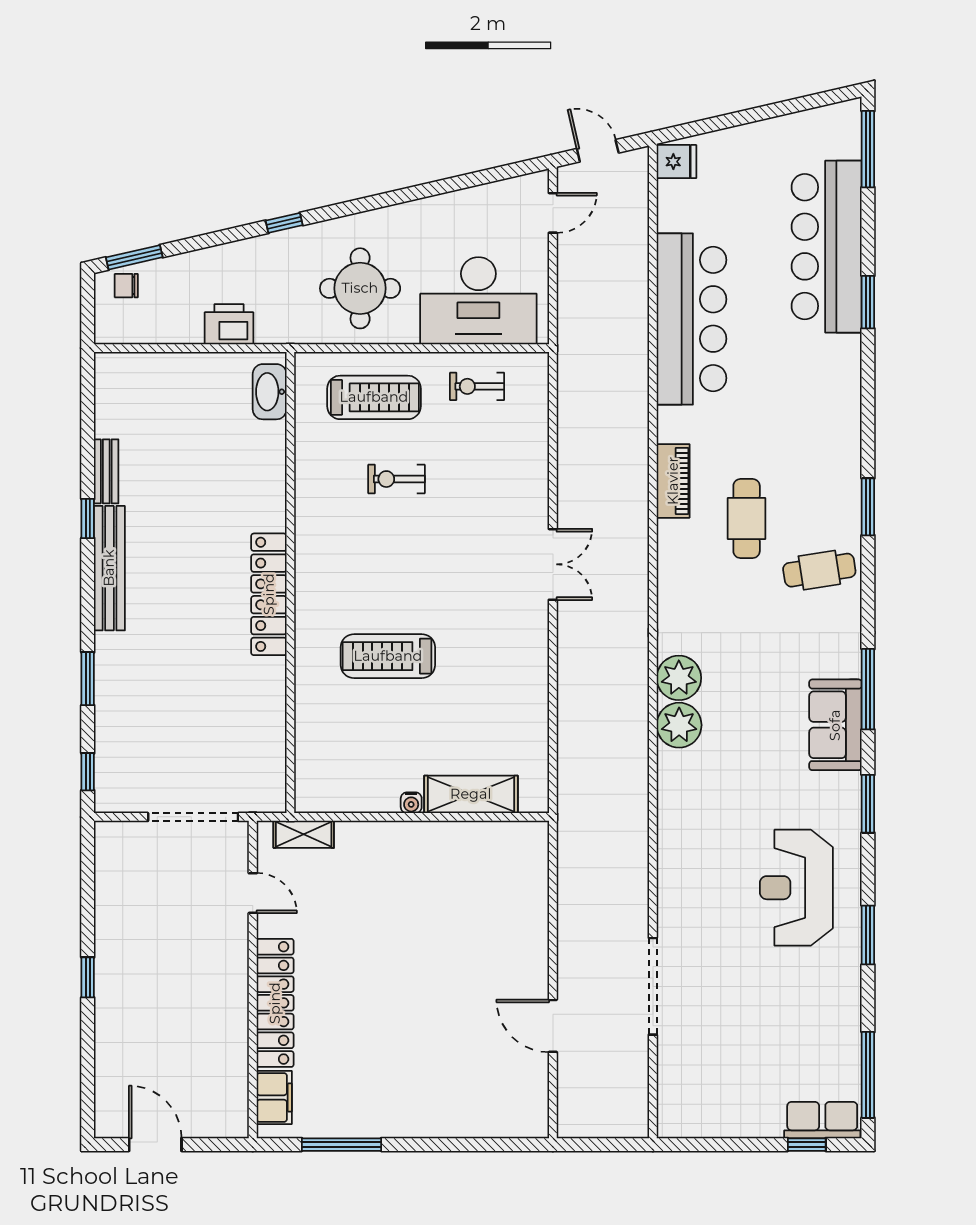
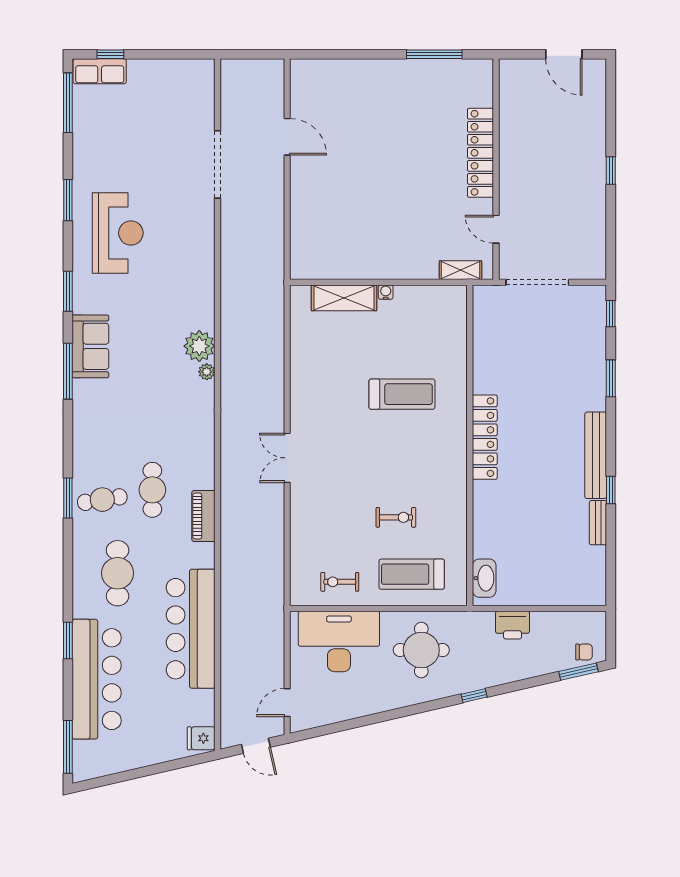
exercise bike: (477, 386) -> (340, 582), turned 180
cafe table: (797, 399) -> (118, 573), added
cafe table: (819, 570) -> (102, 500), moved
plant: (679, 678) -> (207, 372), width x0.53, depth x0.53
filing cabinet: (274, 1097) -> (481, 87), removed

